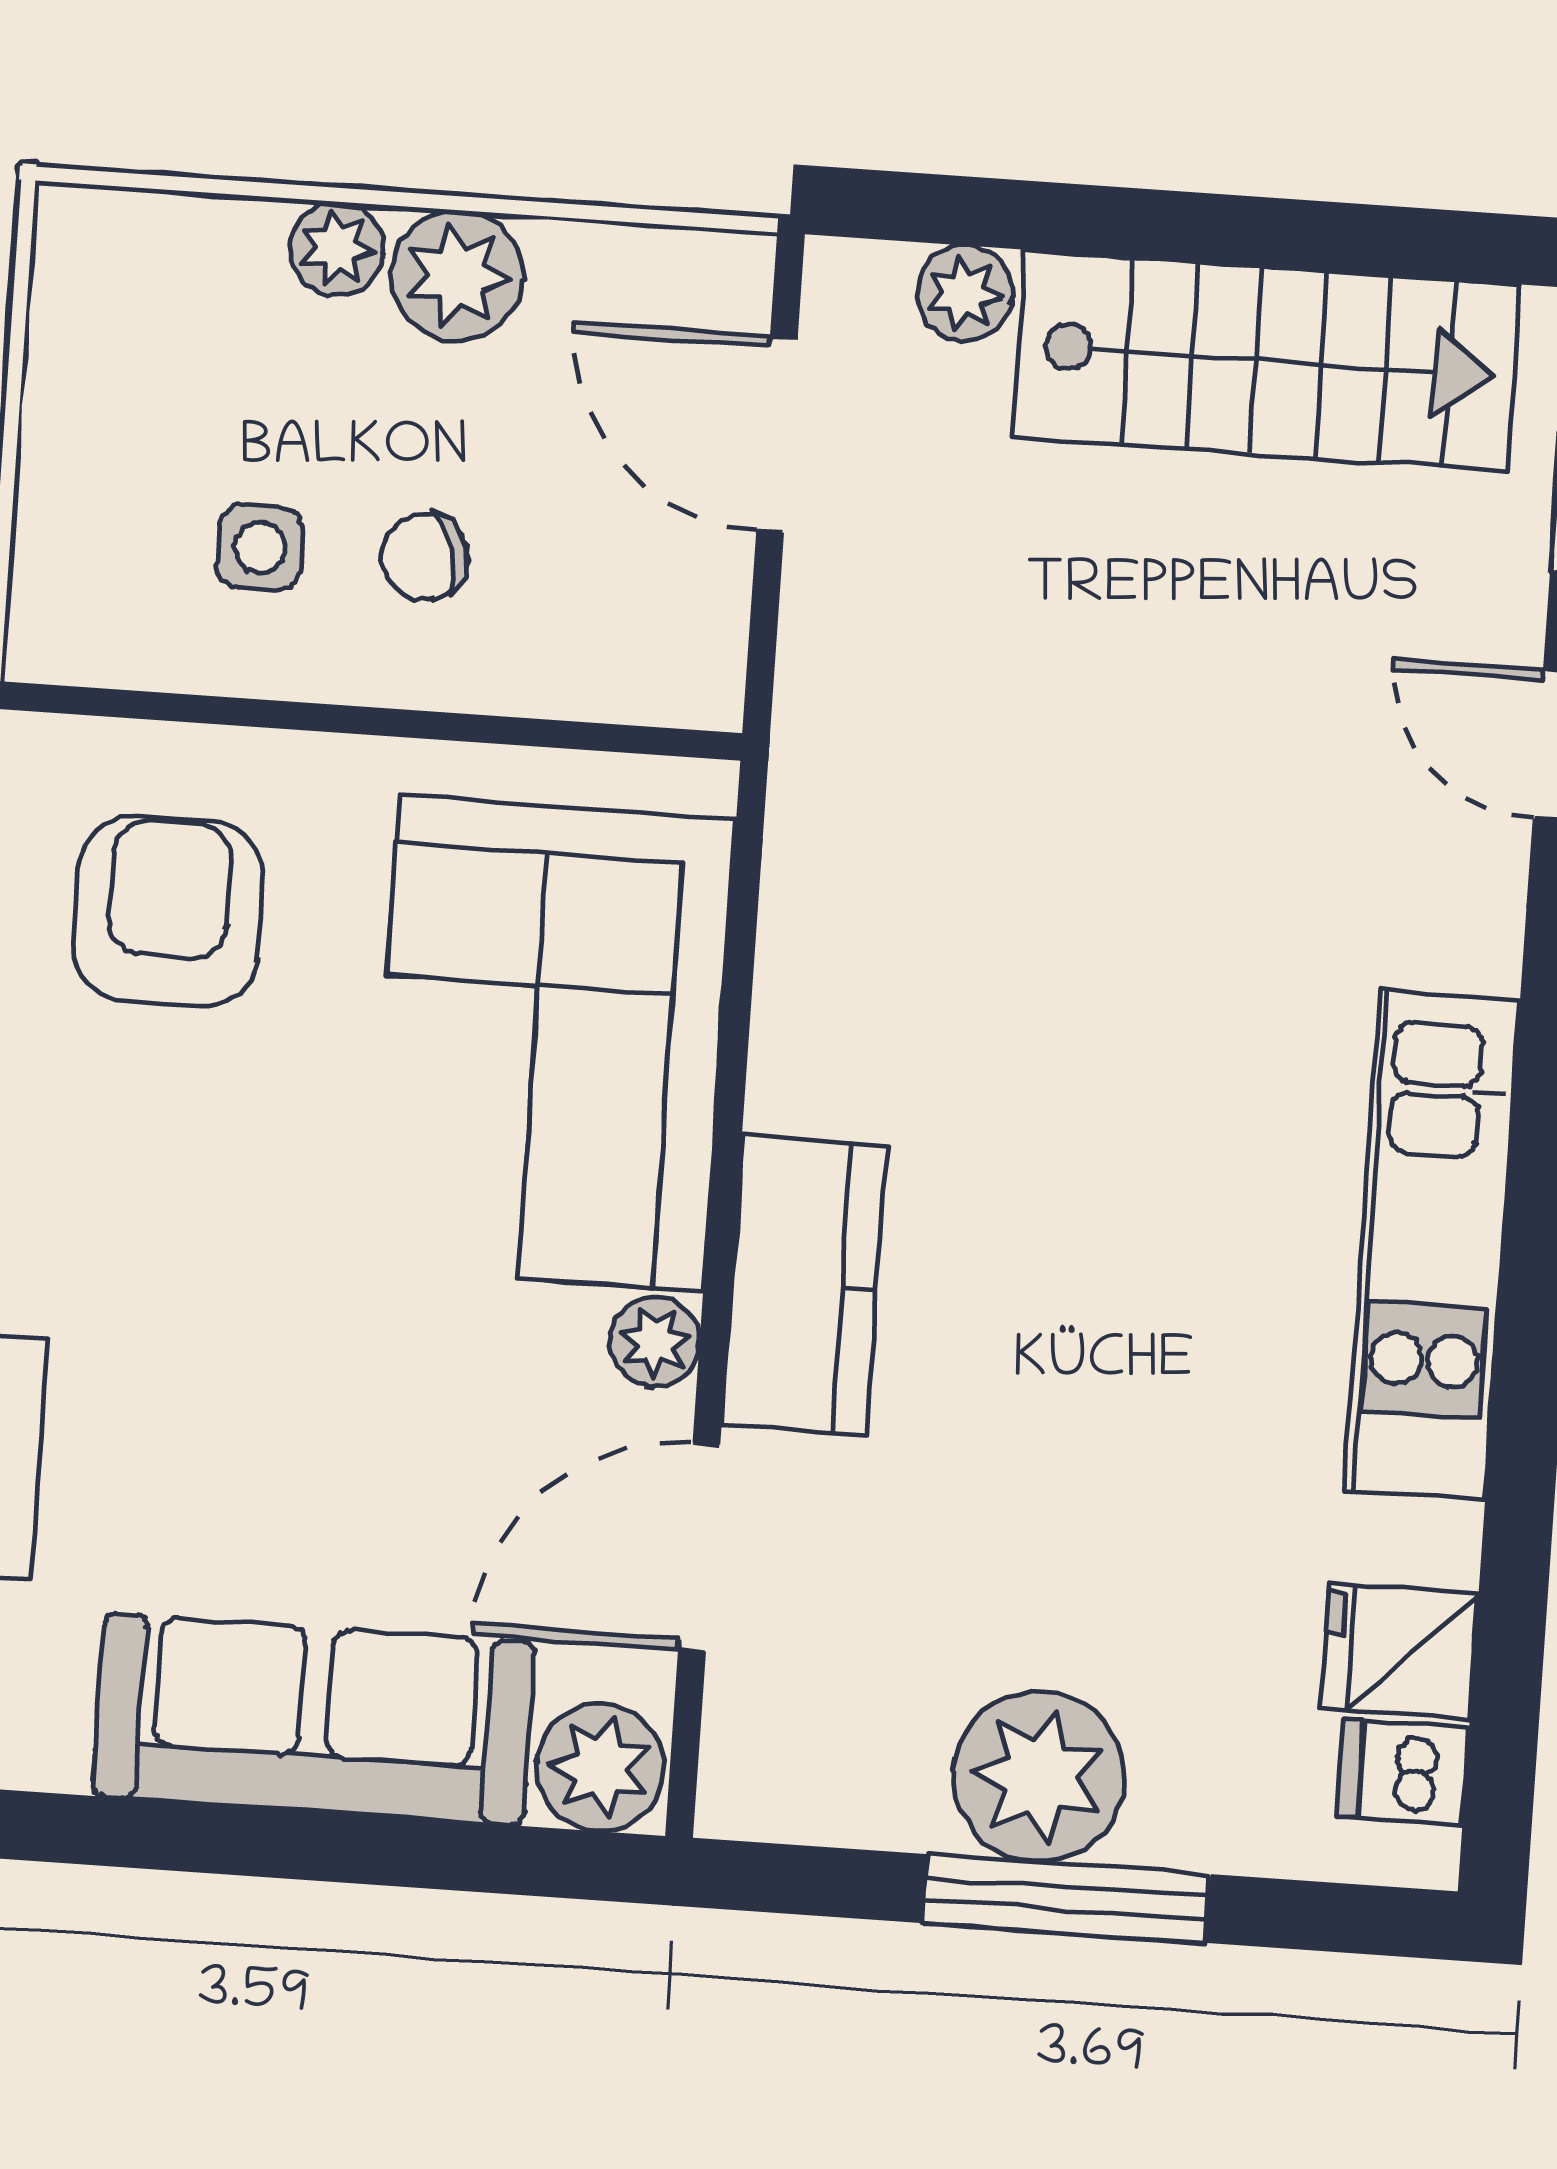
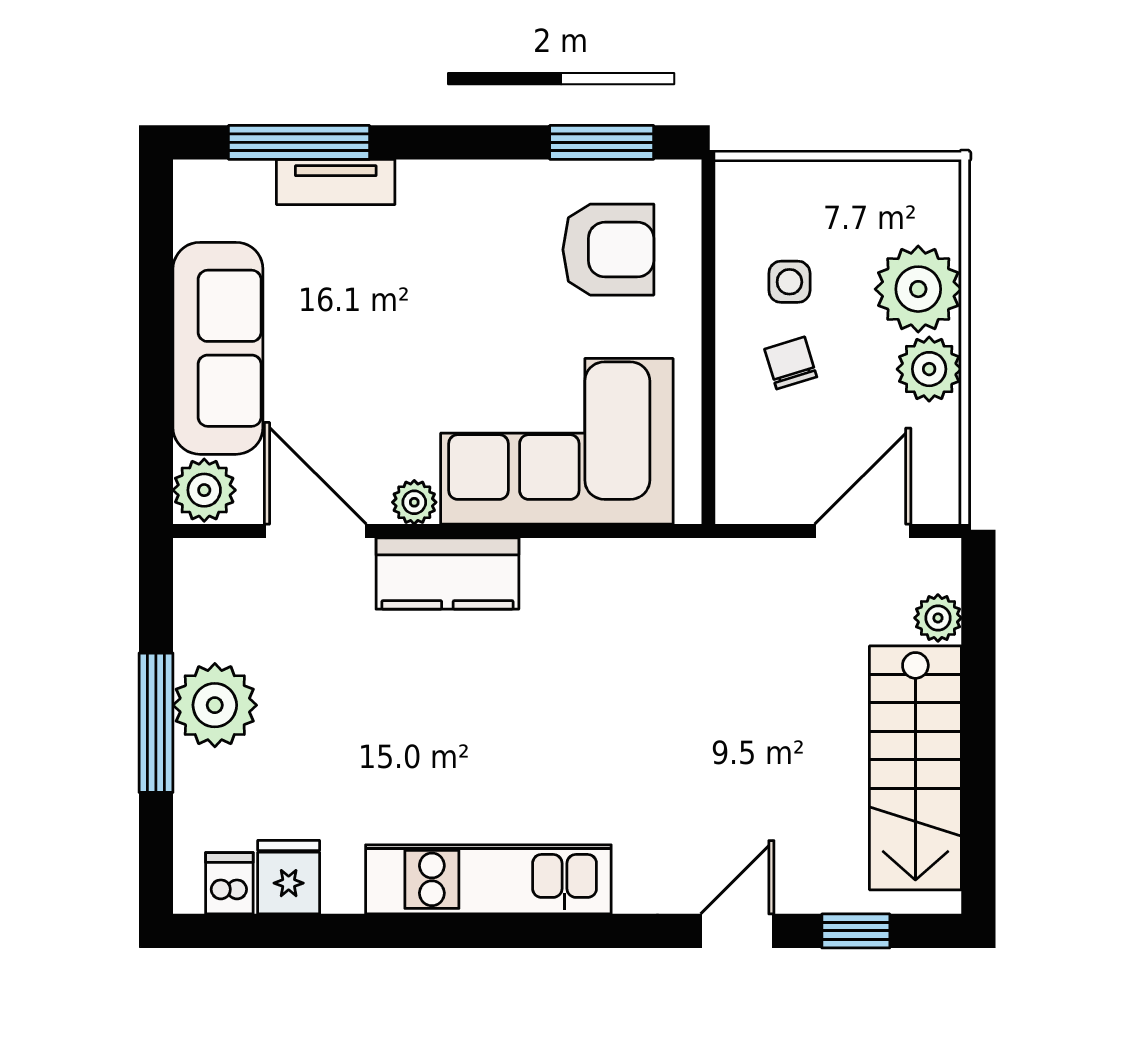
plant: (337, 249) -> (918, 289), width x1.88, depth x1.88

